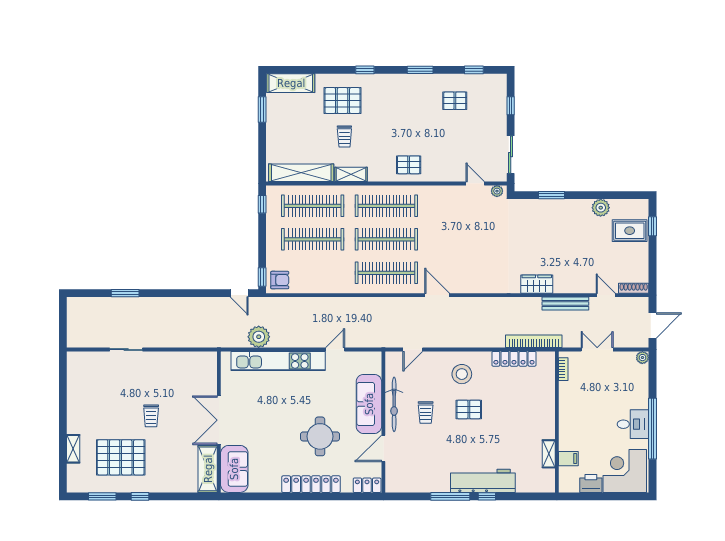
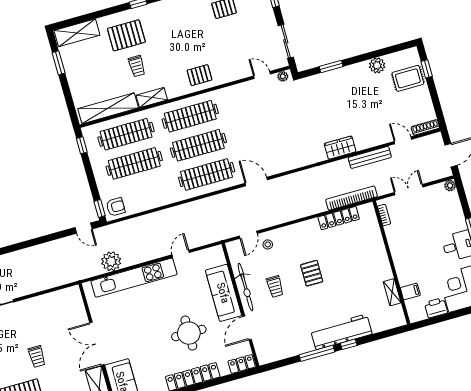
stool: (462, 374) -> (268, 244), moved, width x0.53, depth x0.53
pallet: (469, 409) -> (312, 273), turned 90

